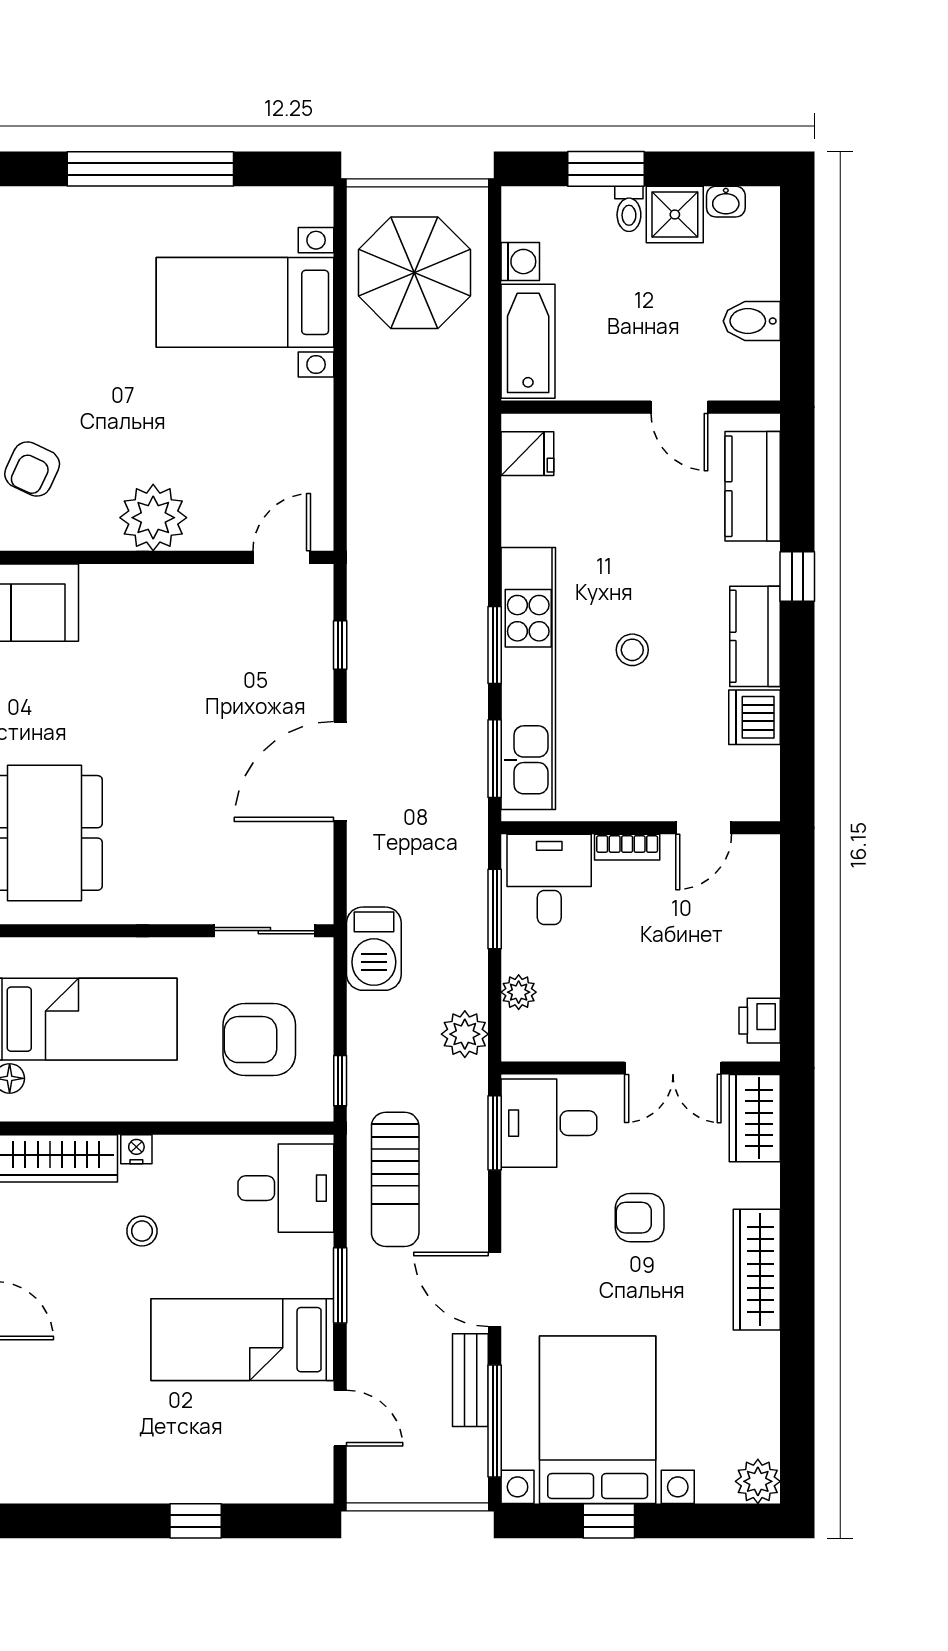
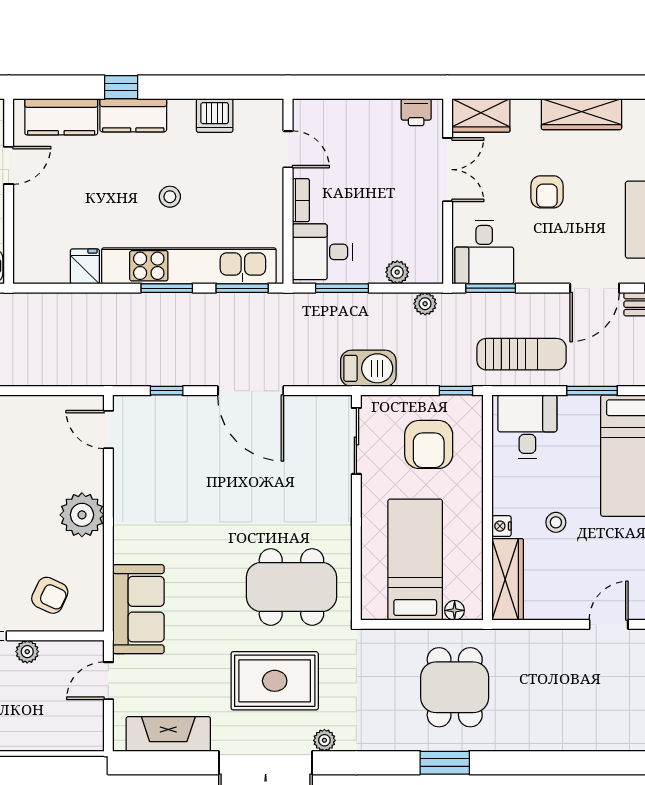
fridge: (527, 454) -> (85, 266), moved
kitchen counter: (755, 636) -> (133, 115), moved
plant: (465, 1034) -> (425, 304), width x0.73, depth x0.73

